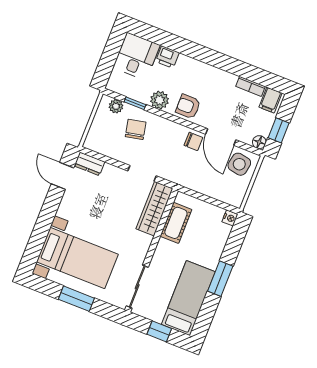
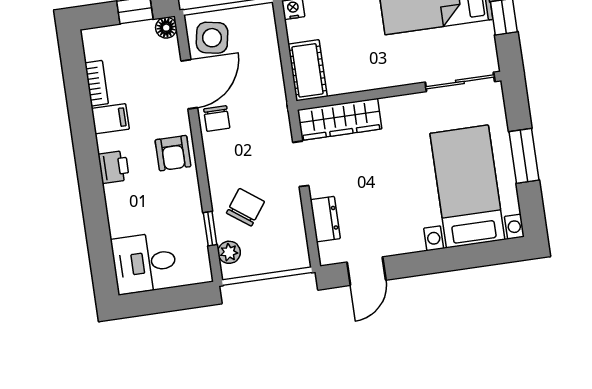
printer: (167, 57) -> (114, 167), moved
plant: (160, 100) -> (187, 197), removed
filing cabinet: (270, 100) -> (110, 119), moved
chair: (136, 129) -> (245, 207), turned 138
chair: (193, 141) -> (217, 119), turned 180
dresser: (90, 164) -> (325, 219), moved
cot: (176, 223) -> (307, 70), moved, turned 90

